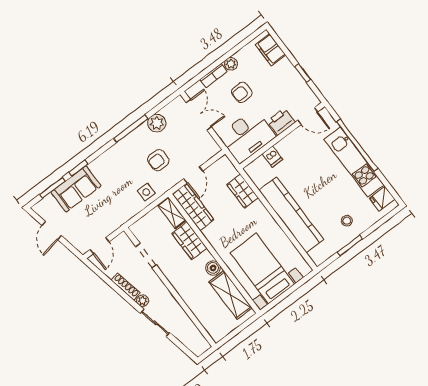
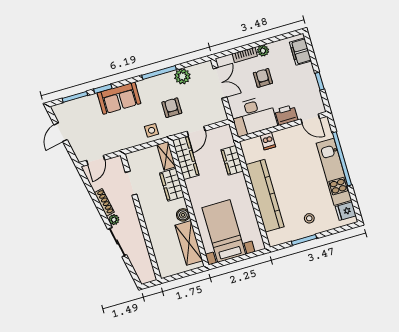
armchair: (242, 92) -> (263, 78), turned 91
armchair: (158, 160) -> (172, 108), turned 90
sofa: (76, 189) -> (119, 98), moved

